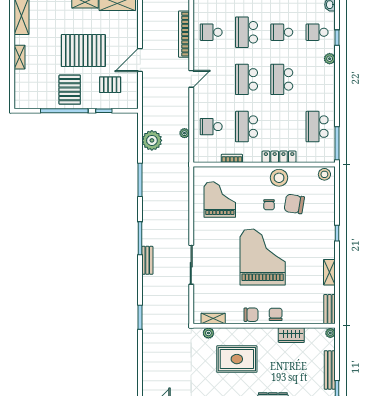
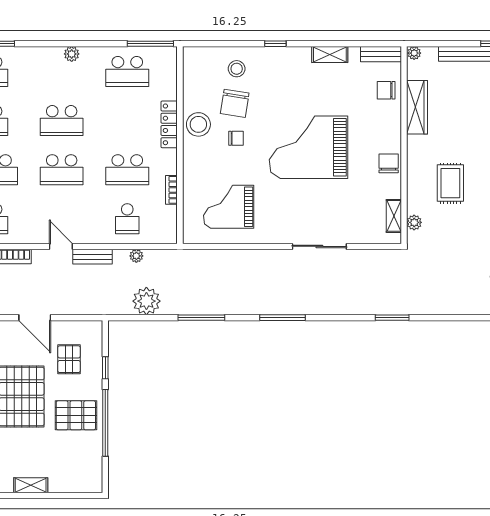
plant: (330, 59) -> (72, 54), moved
stool: (324, 174) -> (237, 69), moved
bench: (147, 260) -> (93, 257), moved
chair: (276, 314) -> (386, 90), moved
wardrobe: (291, 335) -> (417, 107), width x1.50
rug: (237, 359) -> (450, 183), width x0.73, depth x0.70

